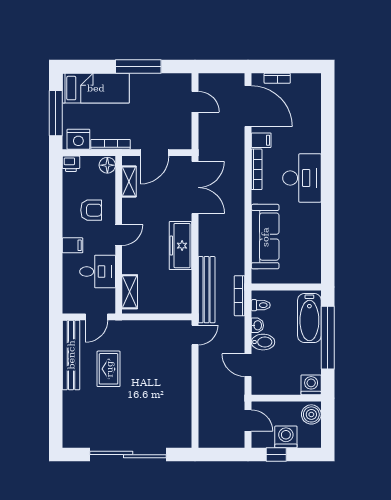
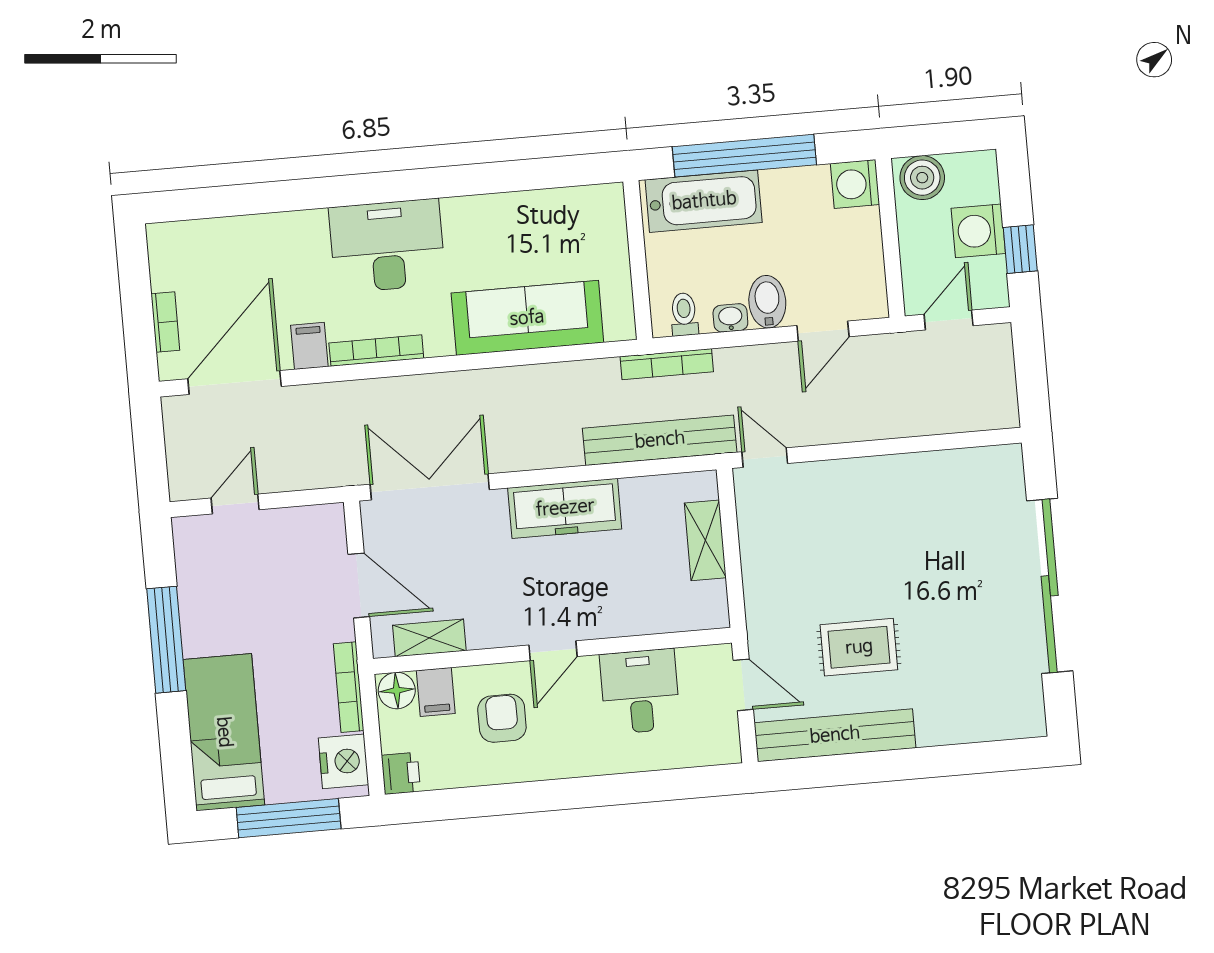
door: (119, 235) -> (553, 651), swing flipped
filing cabinet: (72, 245) -> (436, 692), moved, turned 180
shelving: (130, 292) -> (705, 540), moved, turned 90

